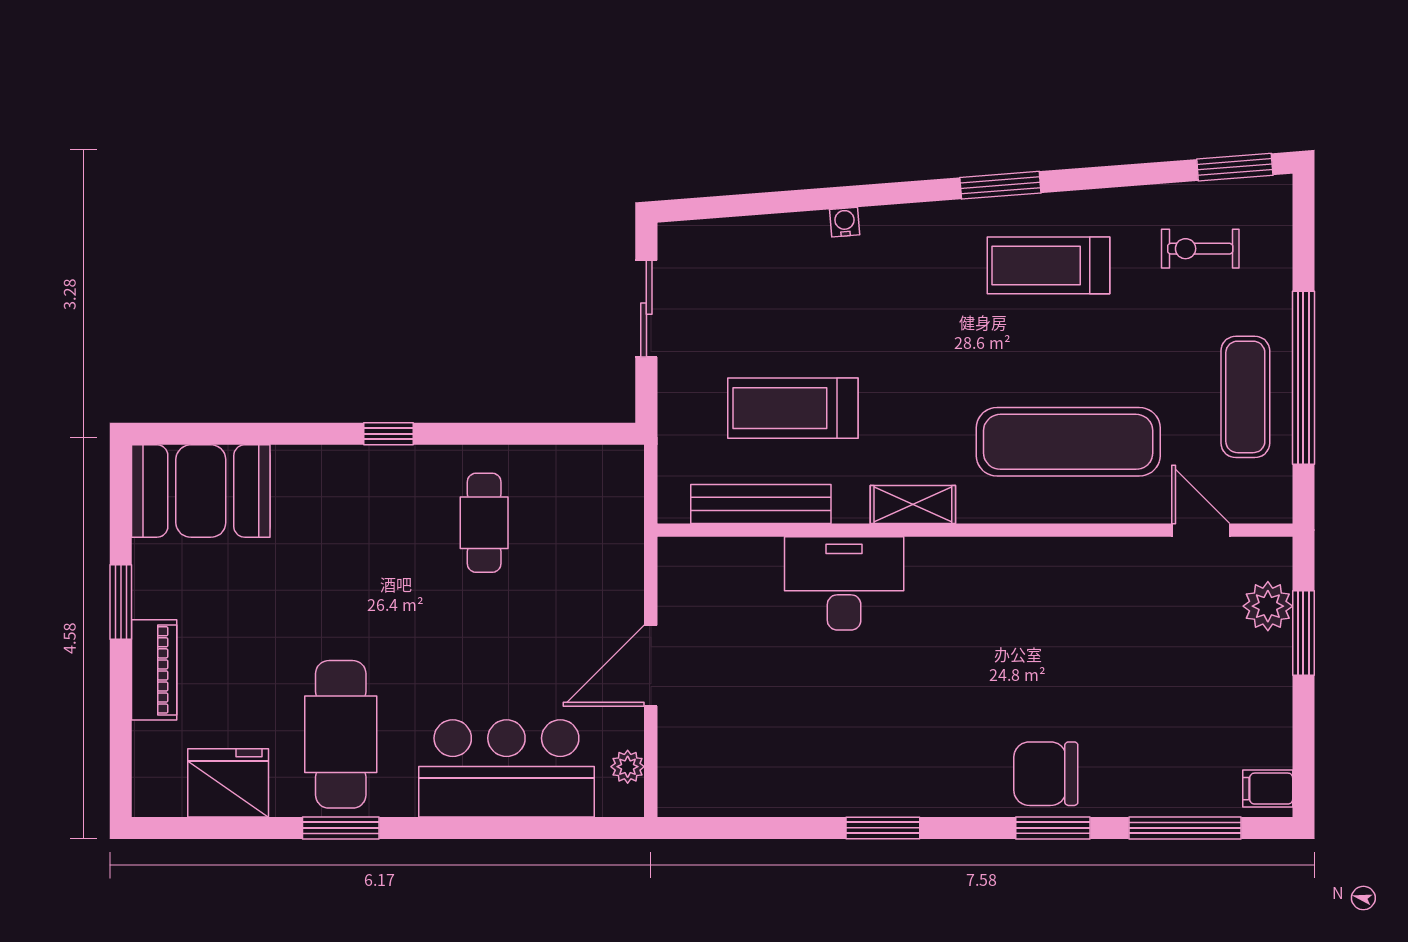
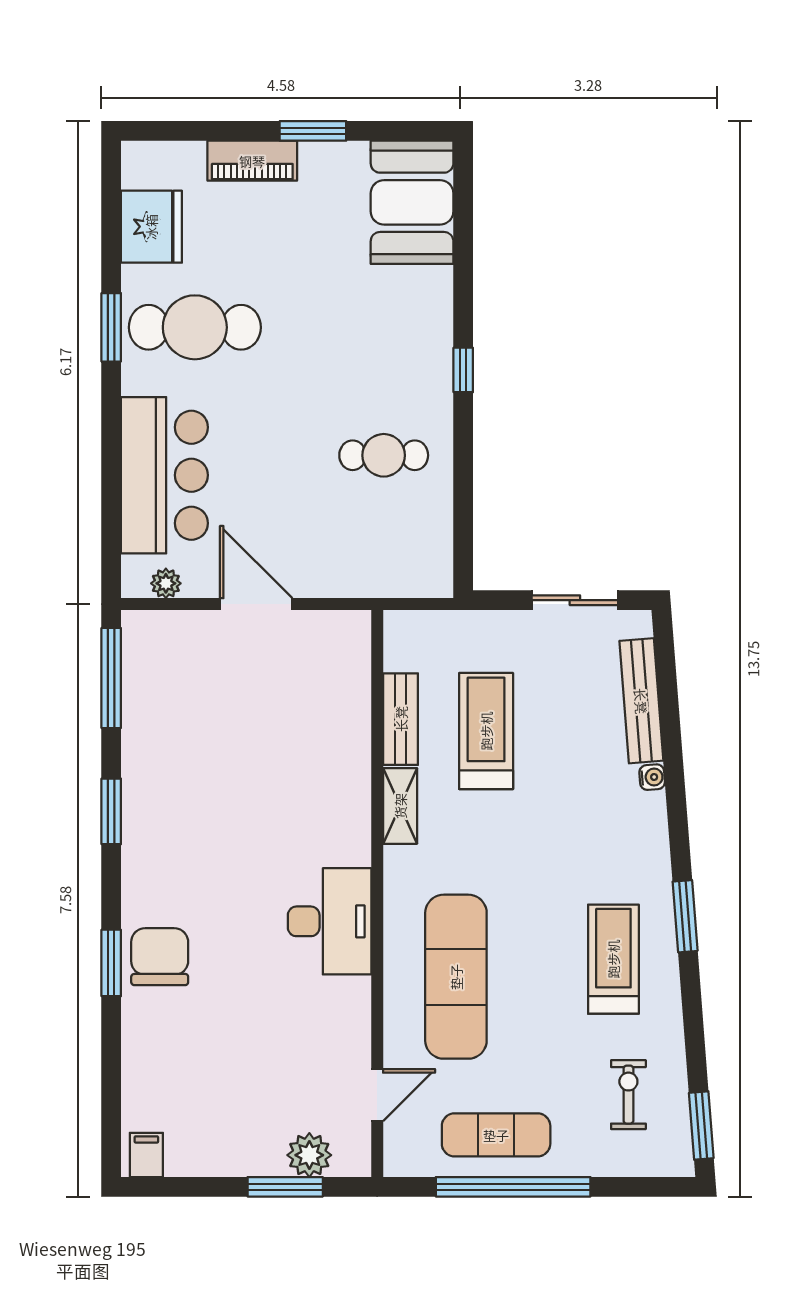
bench: (759, 234) -> (641, 701), added
bench: (761, 504) -> (401, 719), width x0.73
shelving: (913, 504) -> (400, 806), moved
desk: (844, 583) -> (330, 921), moved
window: (1185, 828) -> (111, 678), moved

